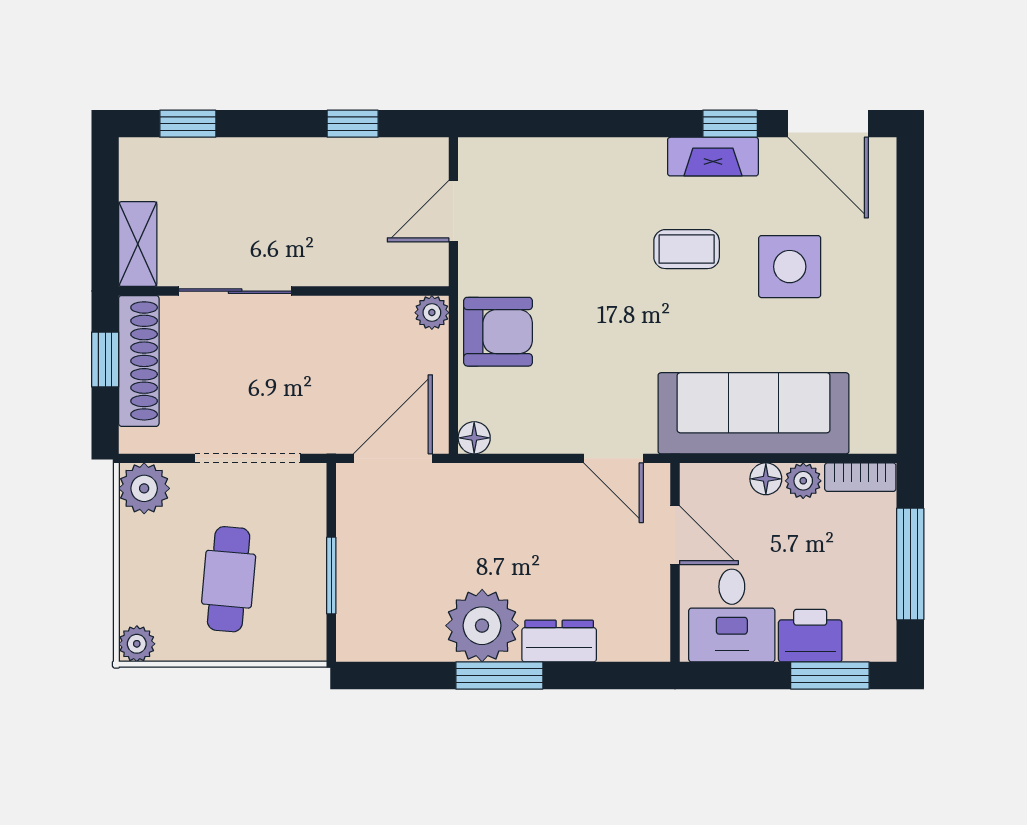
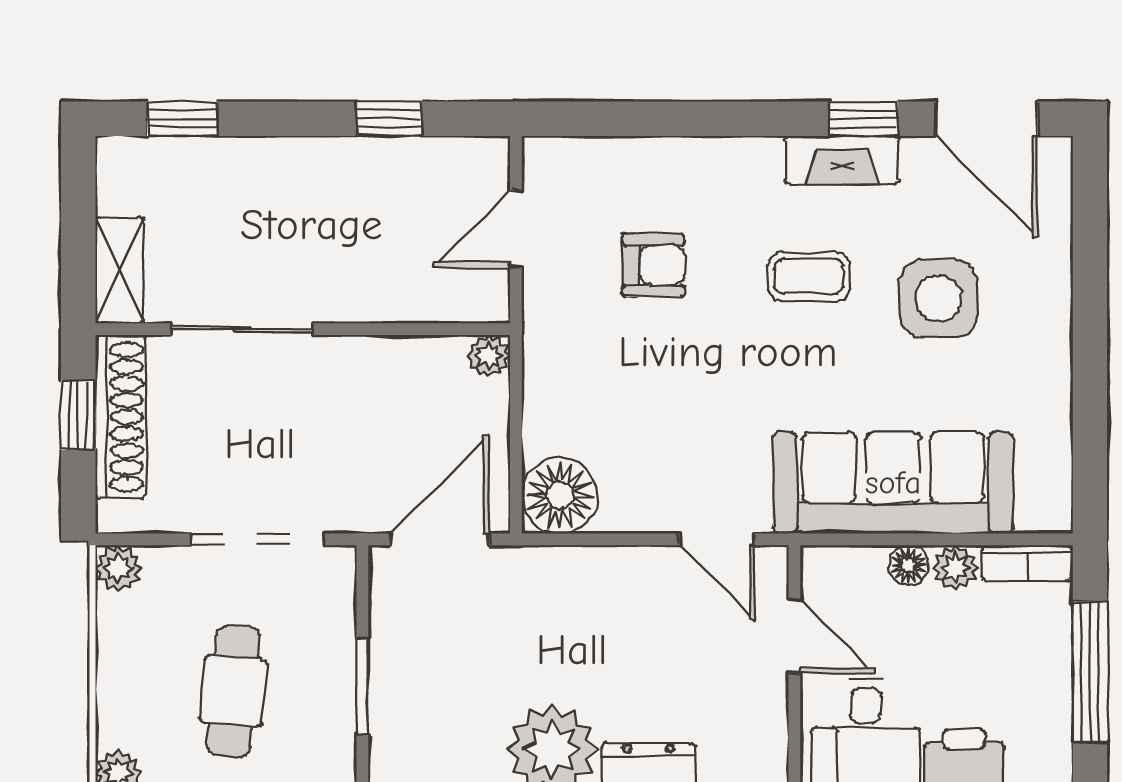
armchair: (498, 332) -> (653, 265), moved, width x0.72, depth x0.72
floor lamp: (474, 438) -> (560, 496), width x1.89, depth x1.89
plant: (144, 488) -> (119, 568), width x0.73, depth x0.73

